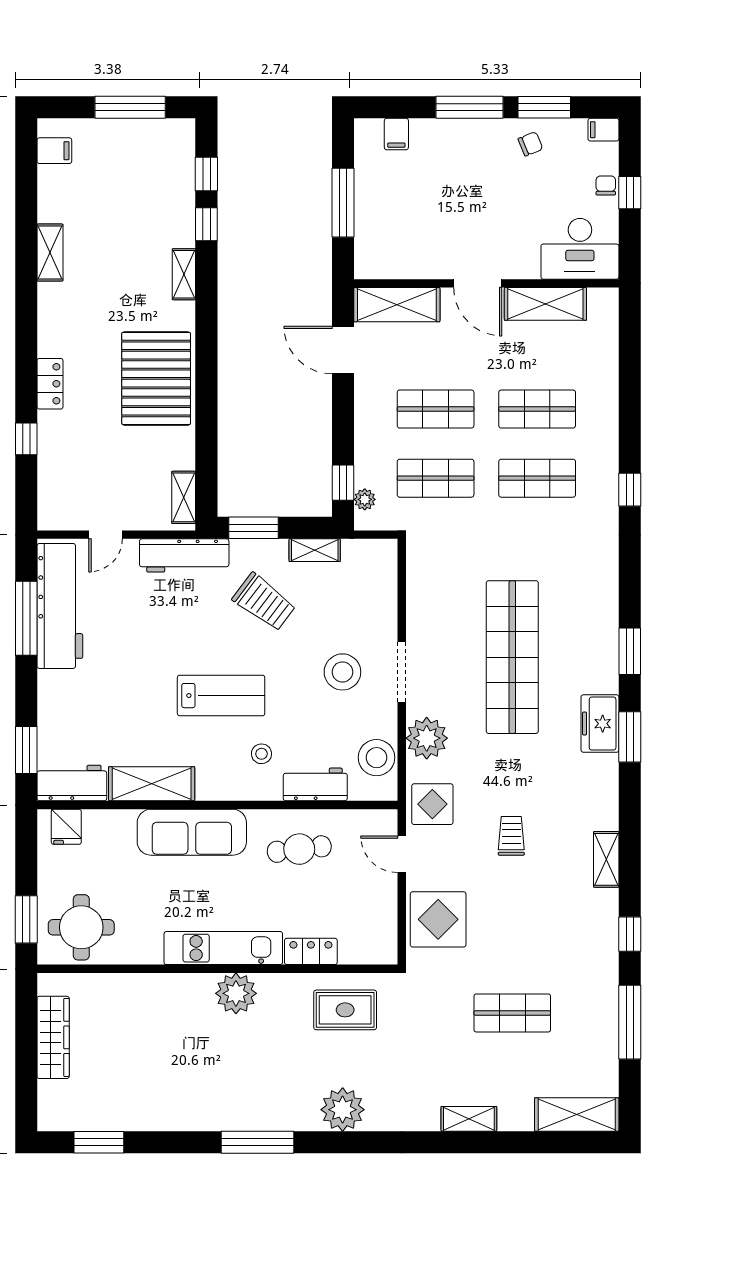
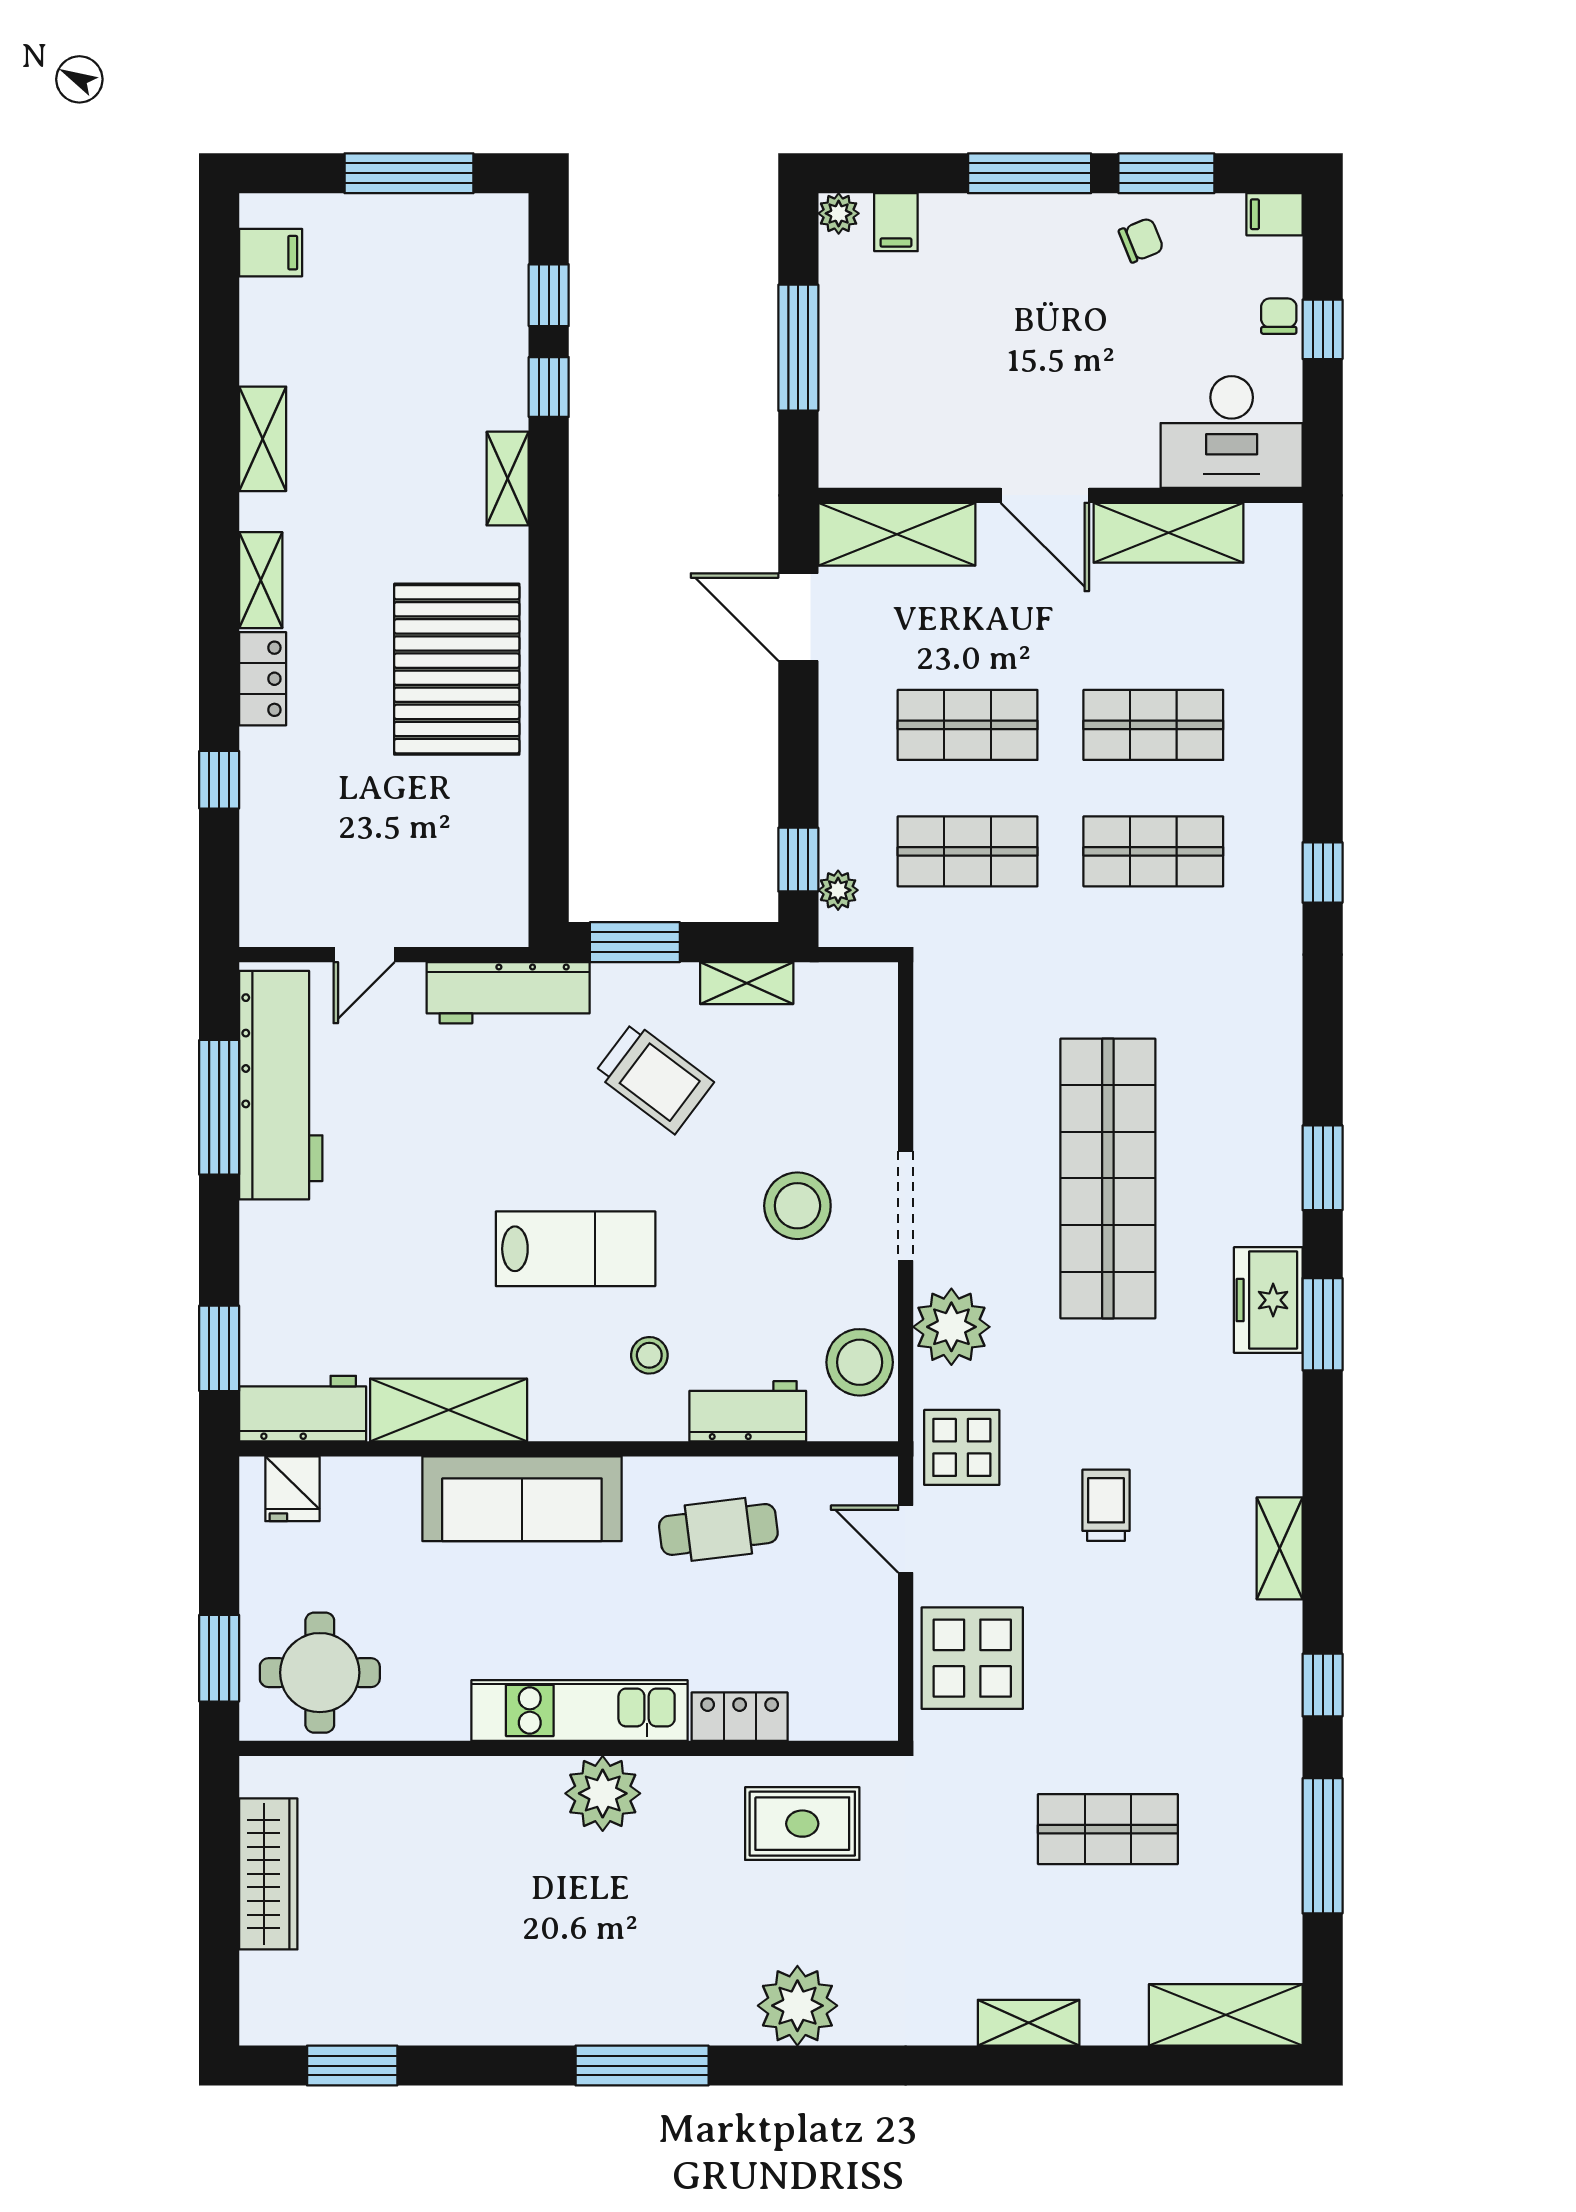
plant: (365, 129) -> (839, 213), added
shelving: (184, 497) -> (261, 580), moved

